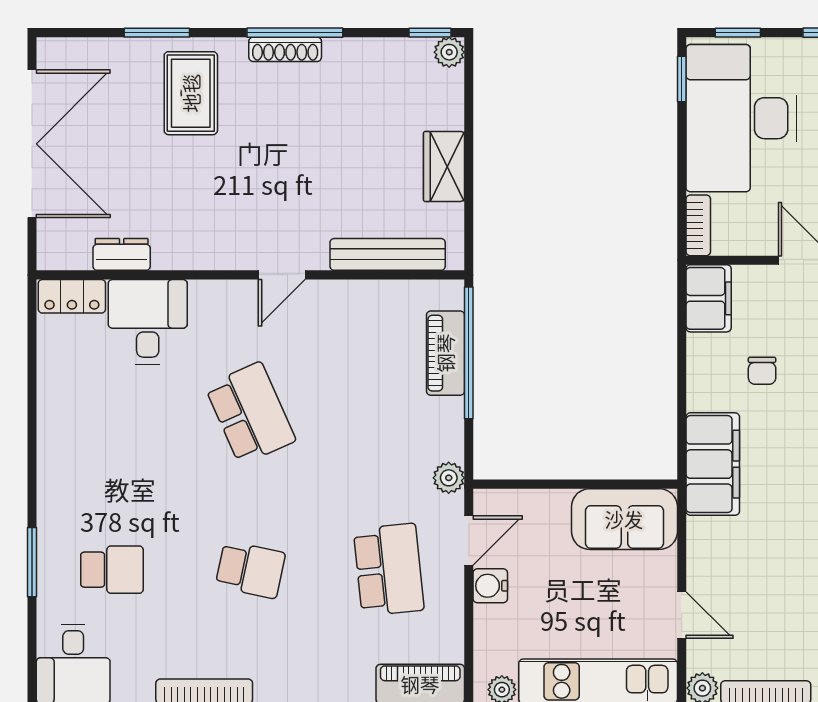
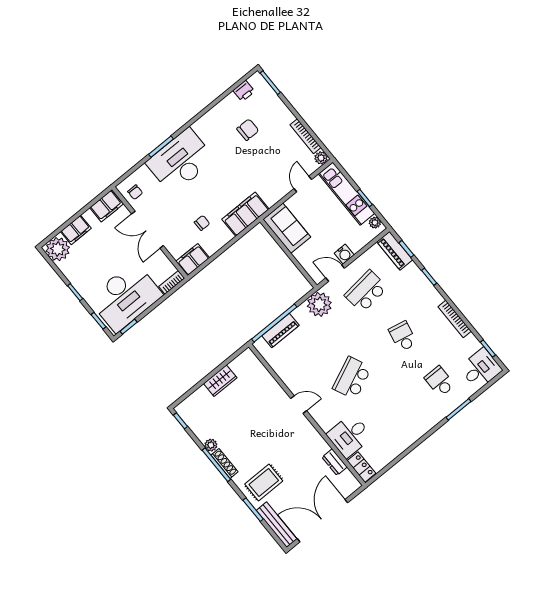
plant: (449, 52) -> (211, 445), moved
bench: (388, 254) -> (277, 525), moved
plant: (449, 478) -> (319, 304), width x1.87, depth x1.87

